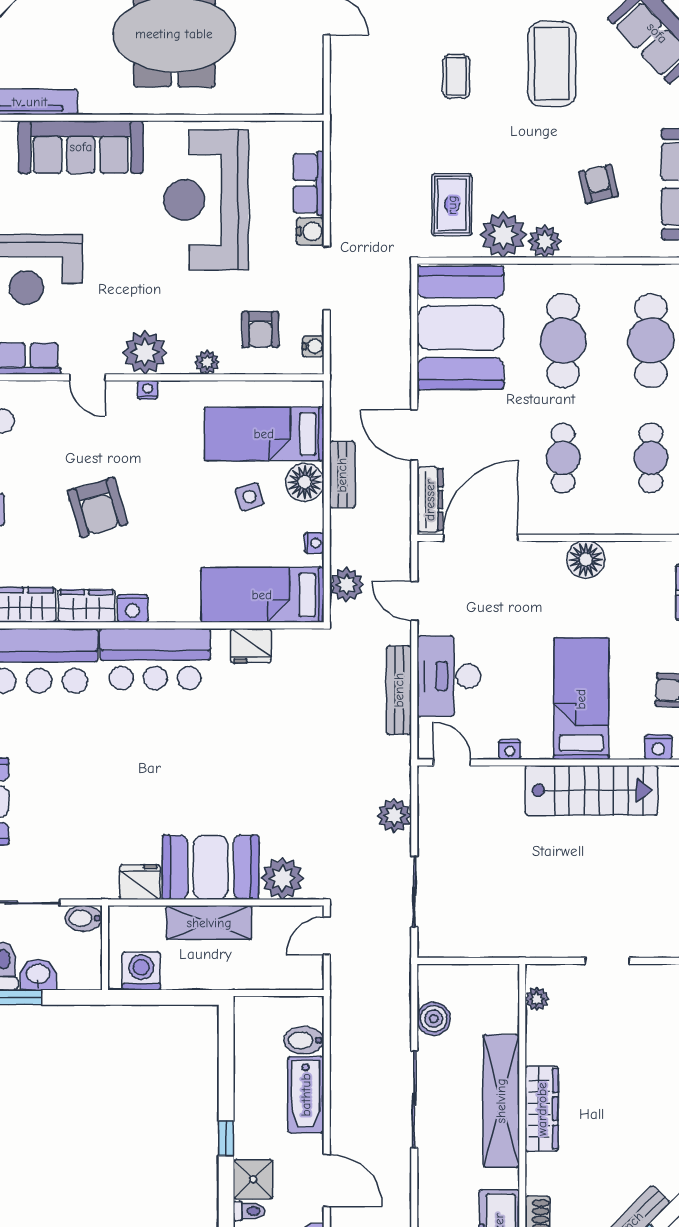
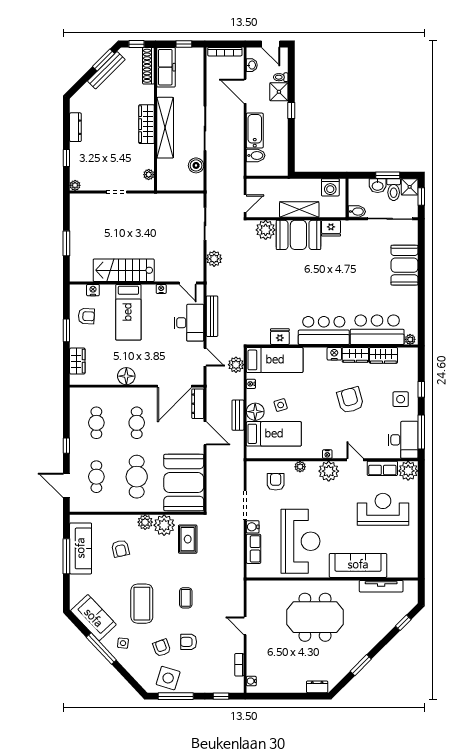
cafe table: (651, 341) -> (96, 477), width x0.73, depth x0.74
water cooler: (313, 346) -> (251, 474), removed

